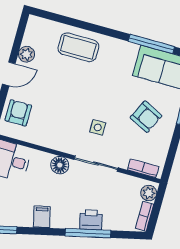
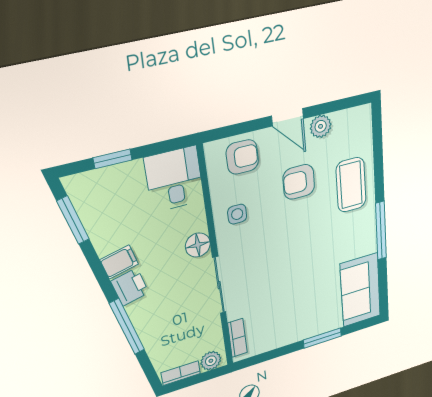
window: (151, 44) -> (381, 231), moved
armchair: (146, 117) -> (299, 182), moved, turned 64
side table: (98, 127) -> (237, 214), moved
printer: (91, 220) -> (130, 287), moved

